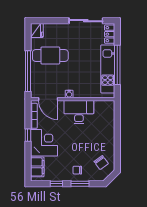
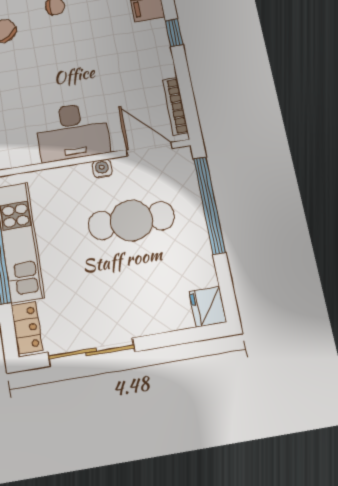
cafe table: (50, 56) -> (131, 221), moved
window: (28, 135) -> (174, 33), moved
corner desk: (44, 143) -> (141, 52), removed

